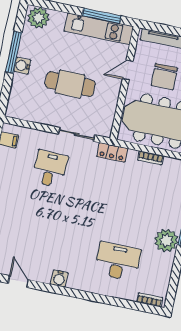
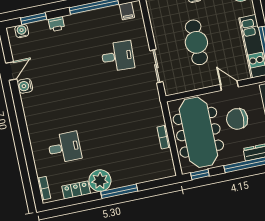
locker: (112, 152) -> (76, 190), moved, turned 90
desk: (118, 262) -> (65, 147), width x0.73
water cooler: (59, 278) -> (25, 86), moved

